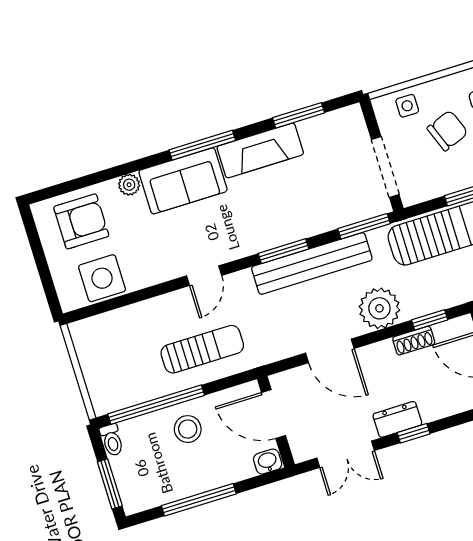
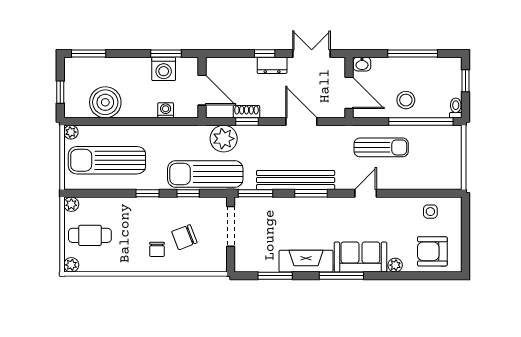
side table: (407, 106) -> (205, 261), removed
side table: (102, 278) -> (430, 212), width x0.54, depth x0.54
plant: (379, 308) -> (224, 139), moved
window: (430, 320) -> (247, 122), moved
sun lounger: (202, 349) -> (381, 147), turned 180
window: (110, 484) -> (465, 81), width x0.67

